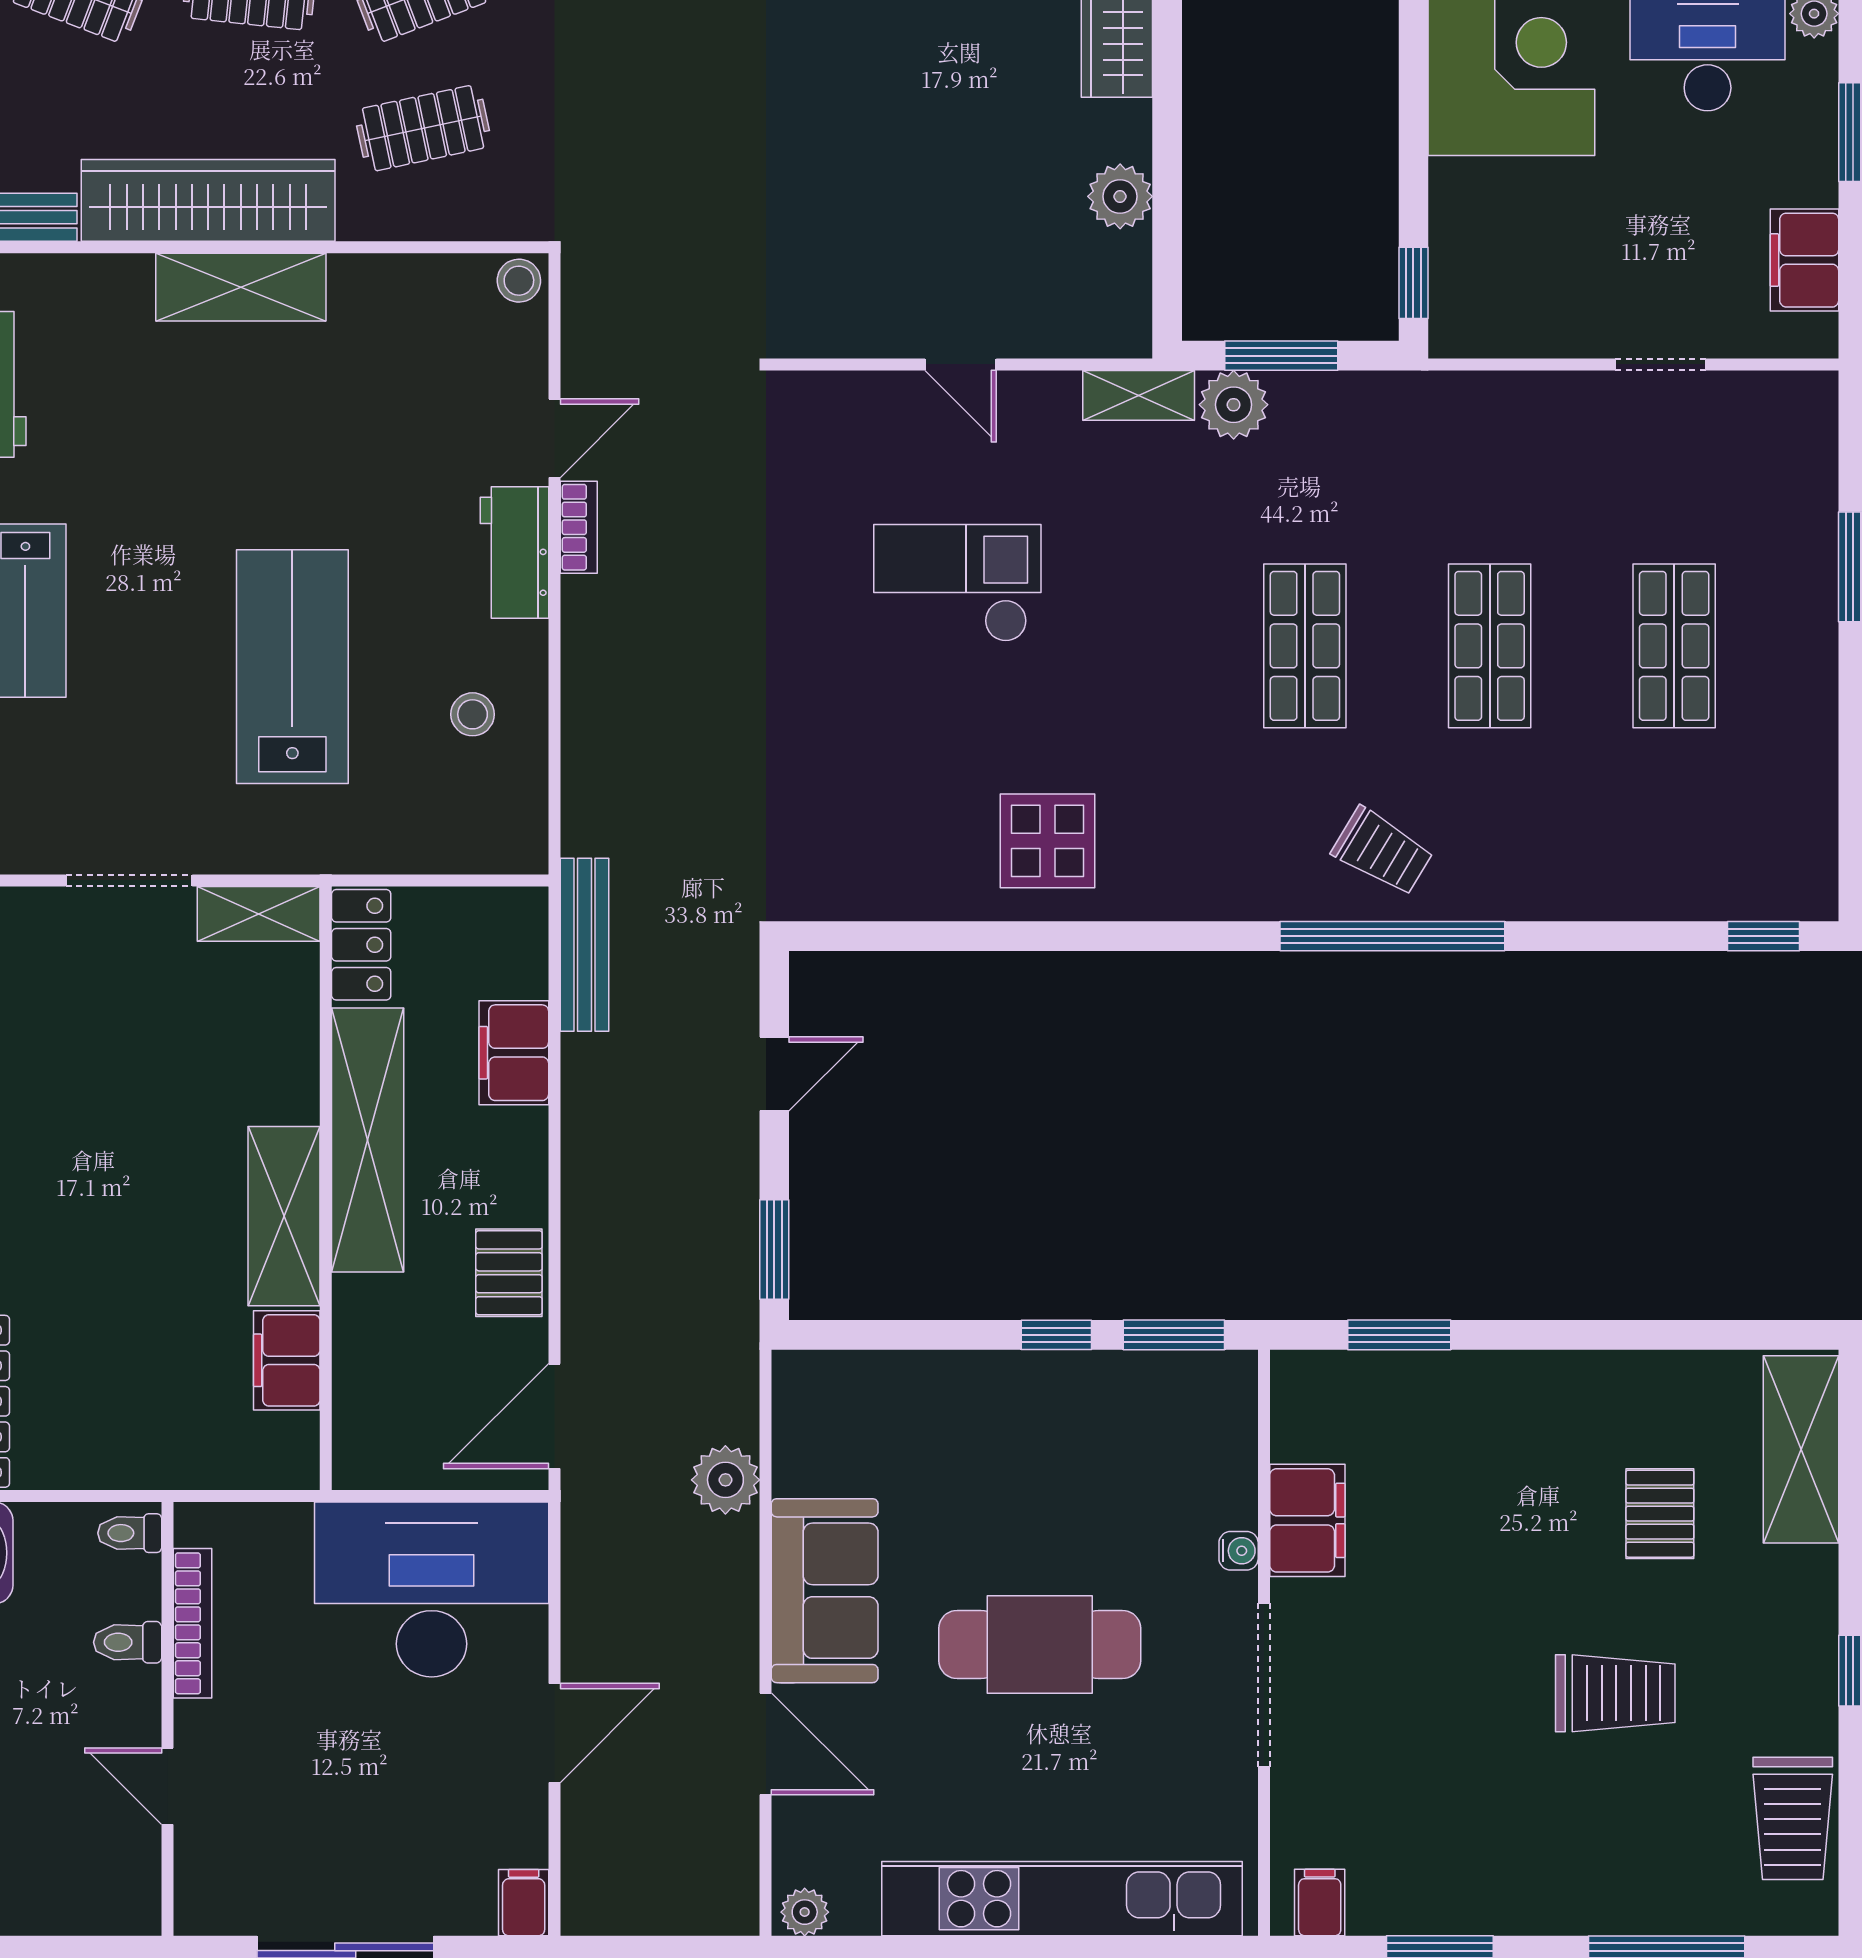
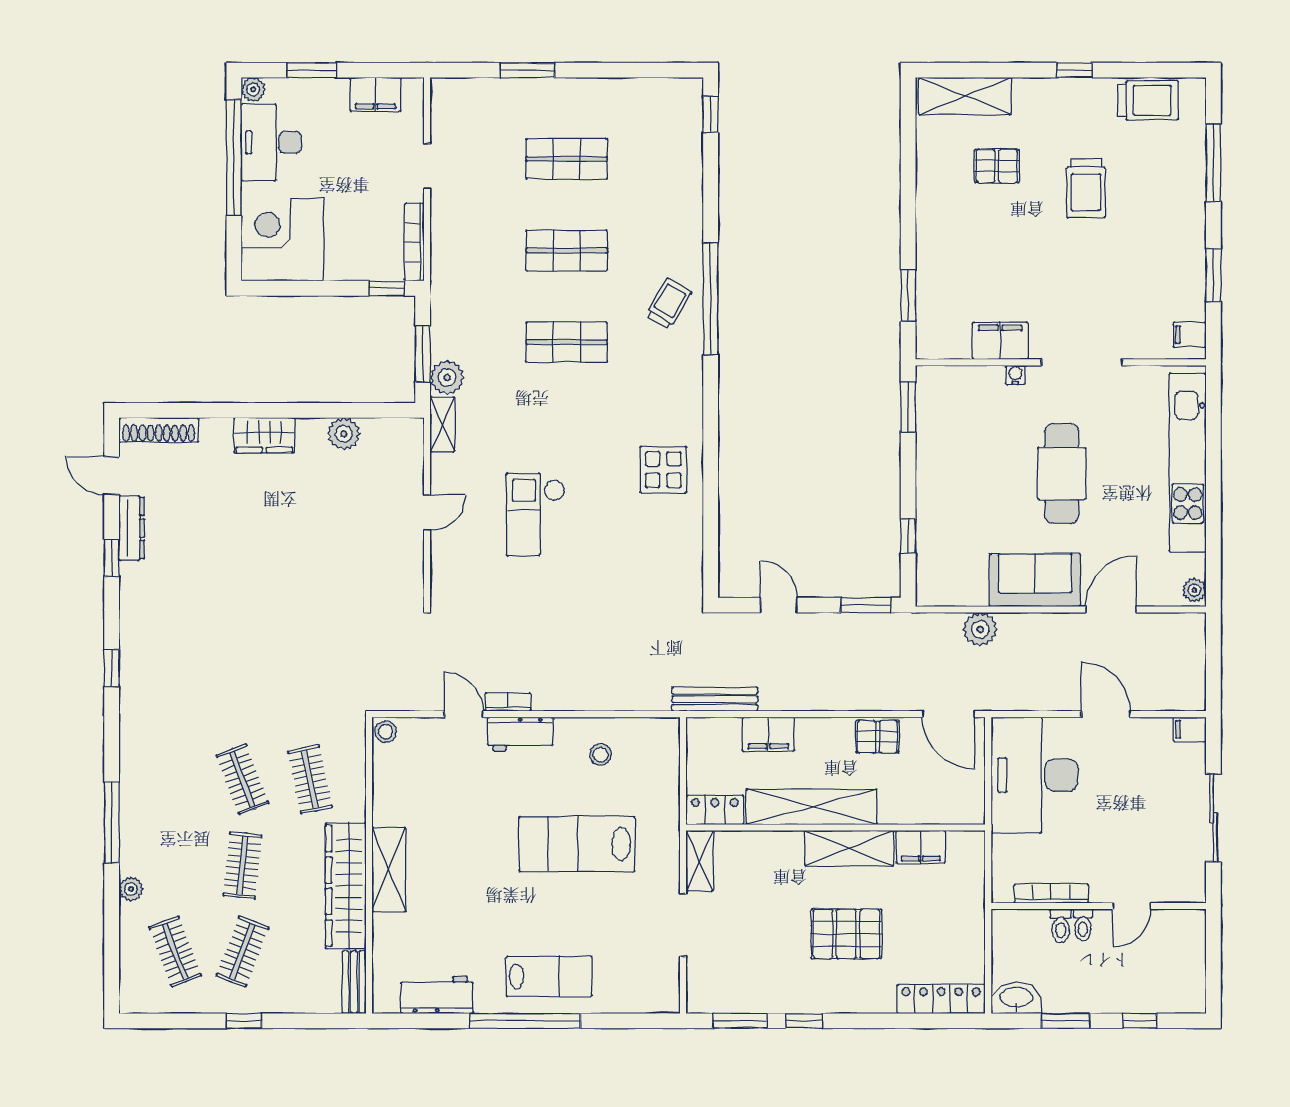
bookcase: (1506, 339) -> (414, 242), added
pallet: (111, 1210) -> (846, 934), added
window: (1056, 1335) -> (908, 536), moved
toilet: (130, 1533) -> (1083, 925), moved
trolley: (1615, 1693) -> (1086, 188), turned 180

